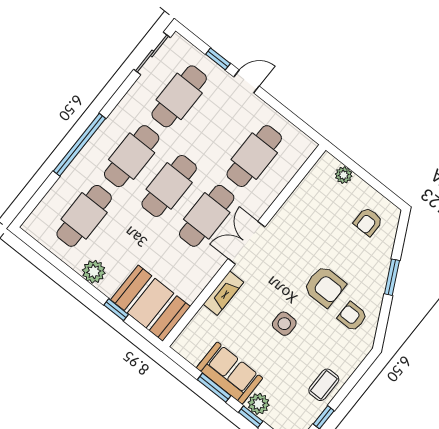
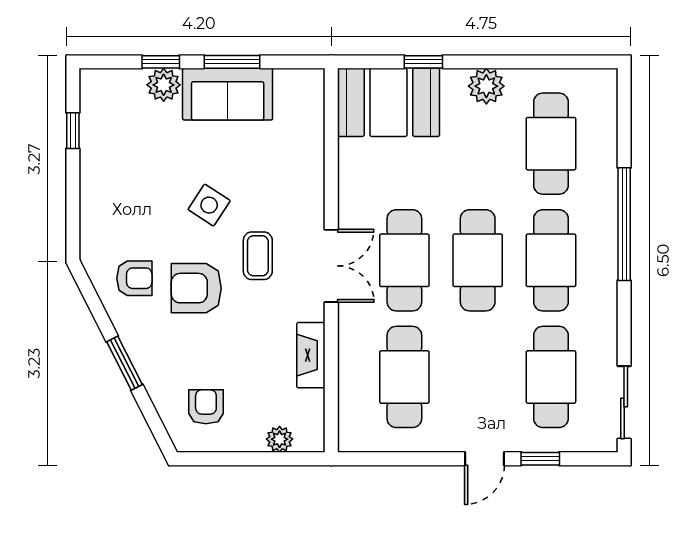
fireplace: (223, 293) -> (311, 355), moved
side table: (284, 324) -> (209, 205), turned 33
coffee table: (324, 385) -> (258, 256), moved

